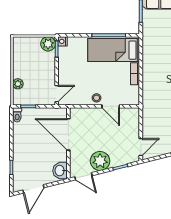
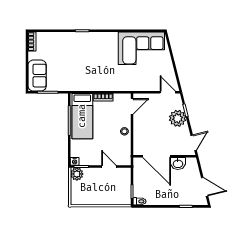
plant: (18, 84) -> (112, 201), removed
door: (57, 94) -> (109, 166), moved
door: (111, 106) -> (132, 106), moved
door: (68, 134) -> (157, 156), hinge flipped
plant: (100, 161) -> (178, 118), moved
washbasin: (60, 171) -> (178, 164), moved

